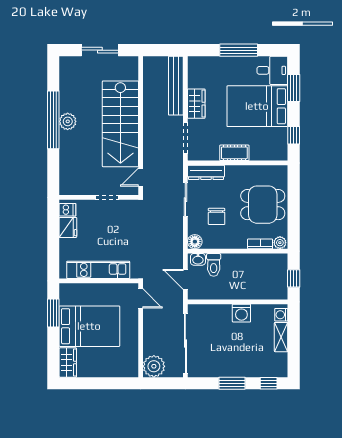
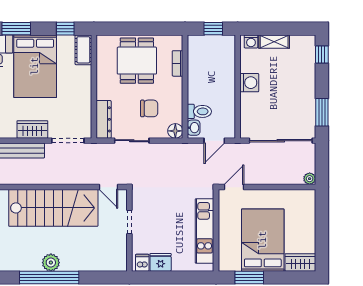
cot: (234, 153) -> (83, 50), moved
plant: (280, 243) -> (176, 43), removed
plant: (154, 366) -> (310, 179), width x0.53, depth x0.53
window: (232, 383) -> (322, 112), moved

